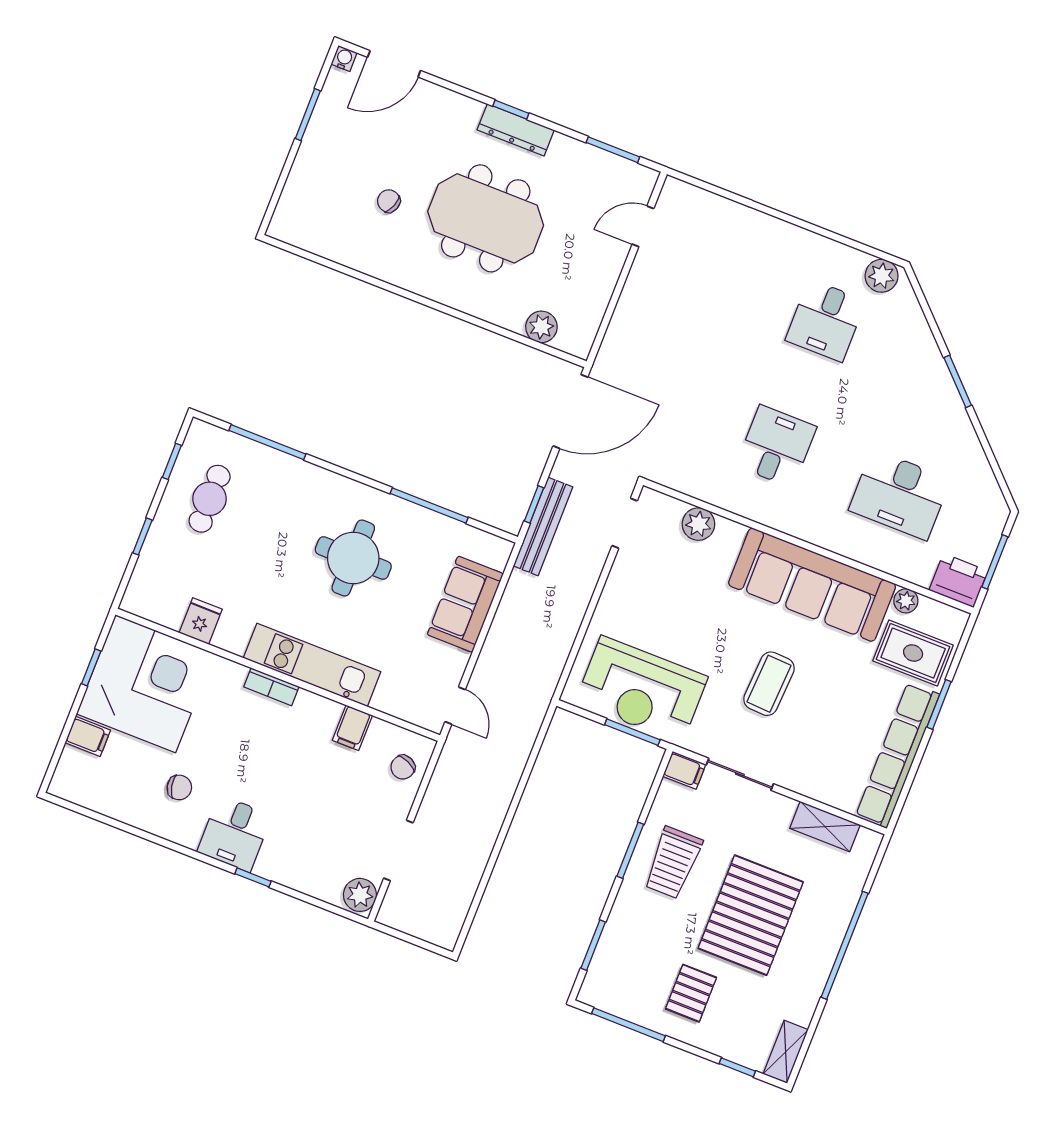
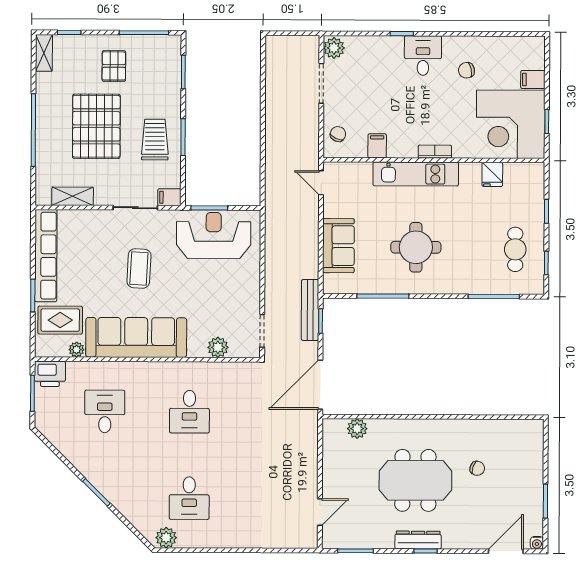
desk: (826, 320) -> (189, 498), turned 180
desk: (900, 495) -> (105, 411), width x0.73

